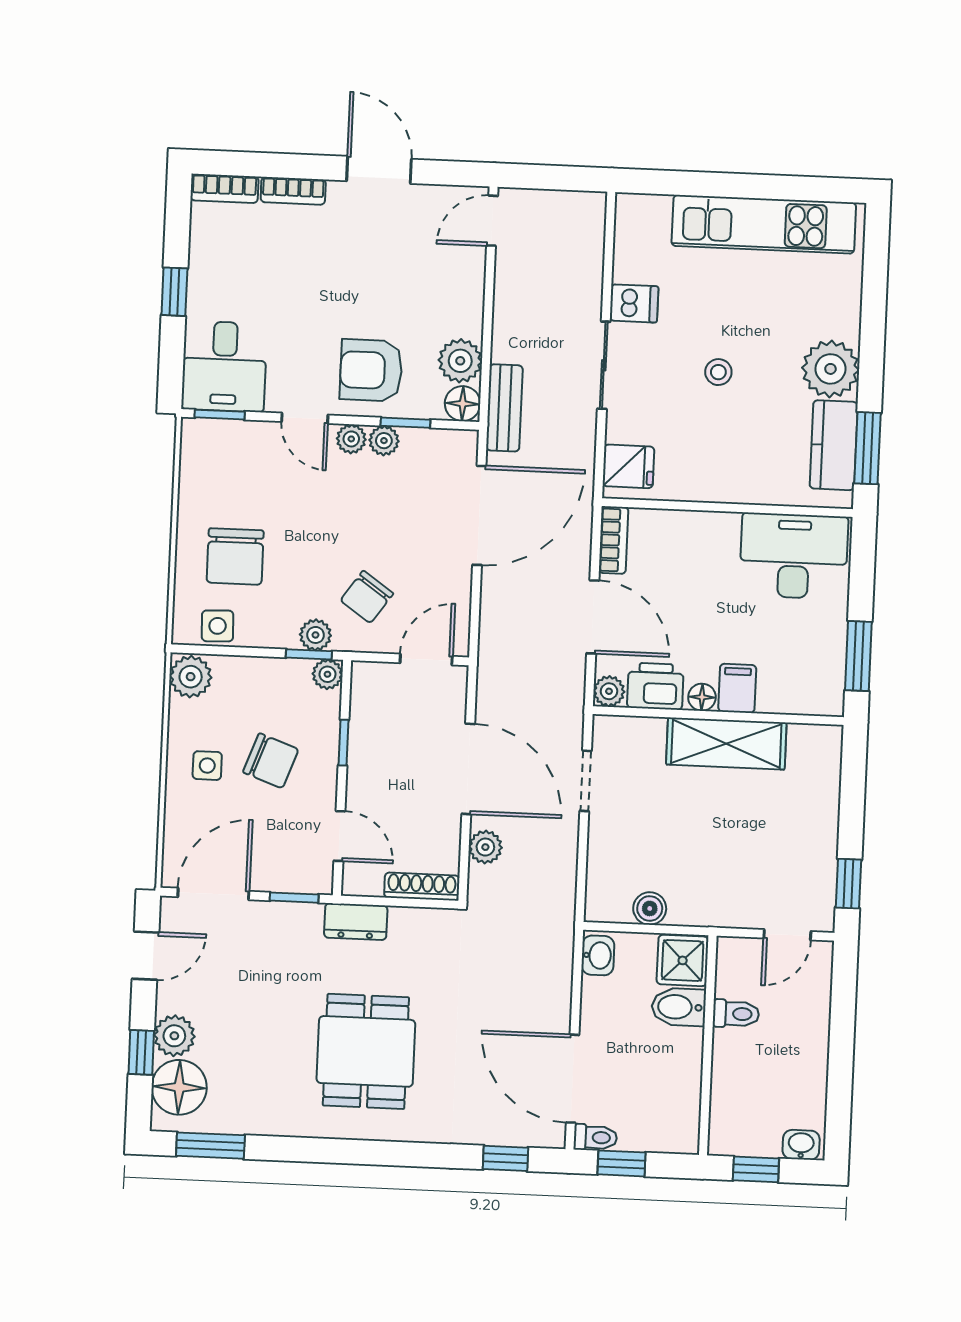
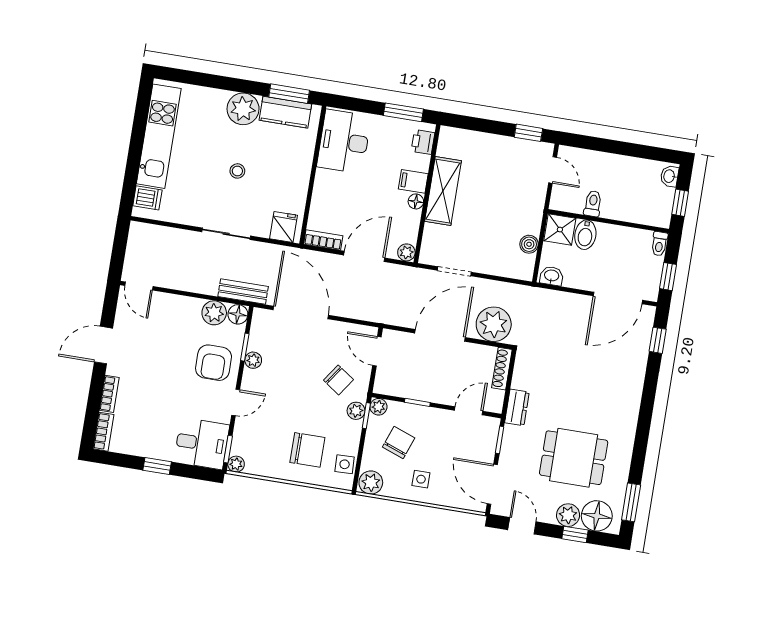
dishwasher: (634, 303) -> (147, 198), moved, turned 90
plant: (351, 439) -> (236, 464), moved
printer: (655, 686) -> (423, 142), moved, width x0.73, depth x0.81
chair: (271, 761) -> (399, 442), moved
plant: (485, 847) -> (494, 324), width x1.87, depth x1.87
dining table: (366, 1051) -> (574, 458), moved
toilet: (595, 1137) -> (659, 244), moved, turned 180

